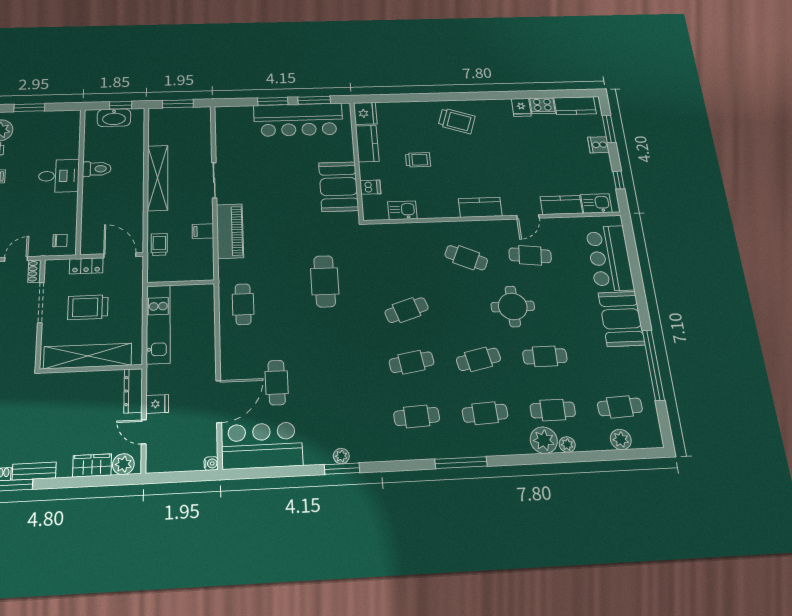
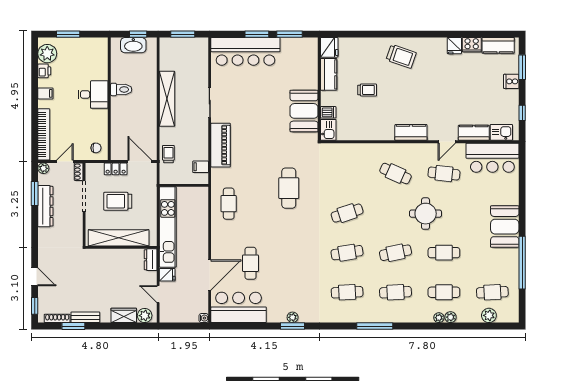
bar counter: (298, 120) -> (245, 51), moved
kitchen sink: (402, 210) -> (328, 130), moved, turned 90
filing cabinet: (203, 231) -> (201, 167), moved
bar counter: (610, 258) -> (492, 158), moved, turned -90
kitchen unit: (158, 324) -> (168, 227), width x1.36
dresser: (133, 391) -> (151, 260), width x0.70
plant: (544, 440) -> (439, 318), width x0.53, depth x0.53

